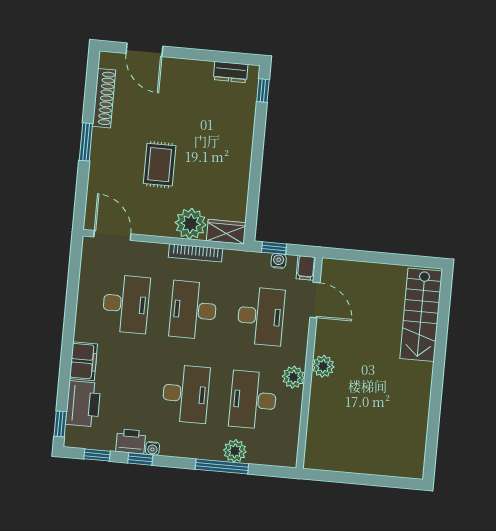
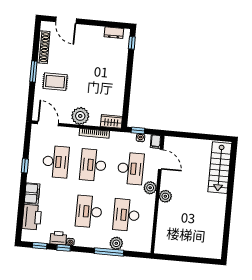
rug: (160, 165) -> (55, 82), moved, turned 90
plant: (191, 224) -> (80, 116), moved
plant: (293, 377) -> (150, 188), moved
desk: (186, 394) -> (89, 212), turned 180
window: (60, 424) -> (25, 166), moved

